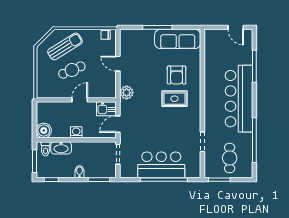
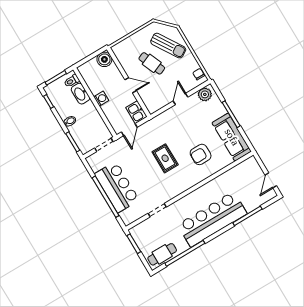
plant: (127, 93) -> (205, 94), moved
rug: (174, 99) -> (165, 158), moved
door: (118, 124) -> (129, 130), swing flipped
boiler: (44, 130) -> (104, 59), moved
cafe table: (230, 158) -> (162, 254), moved

